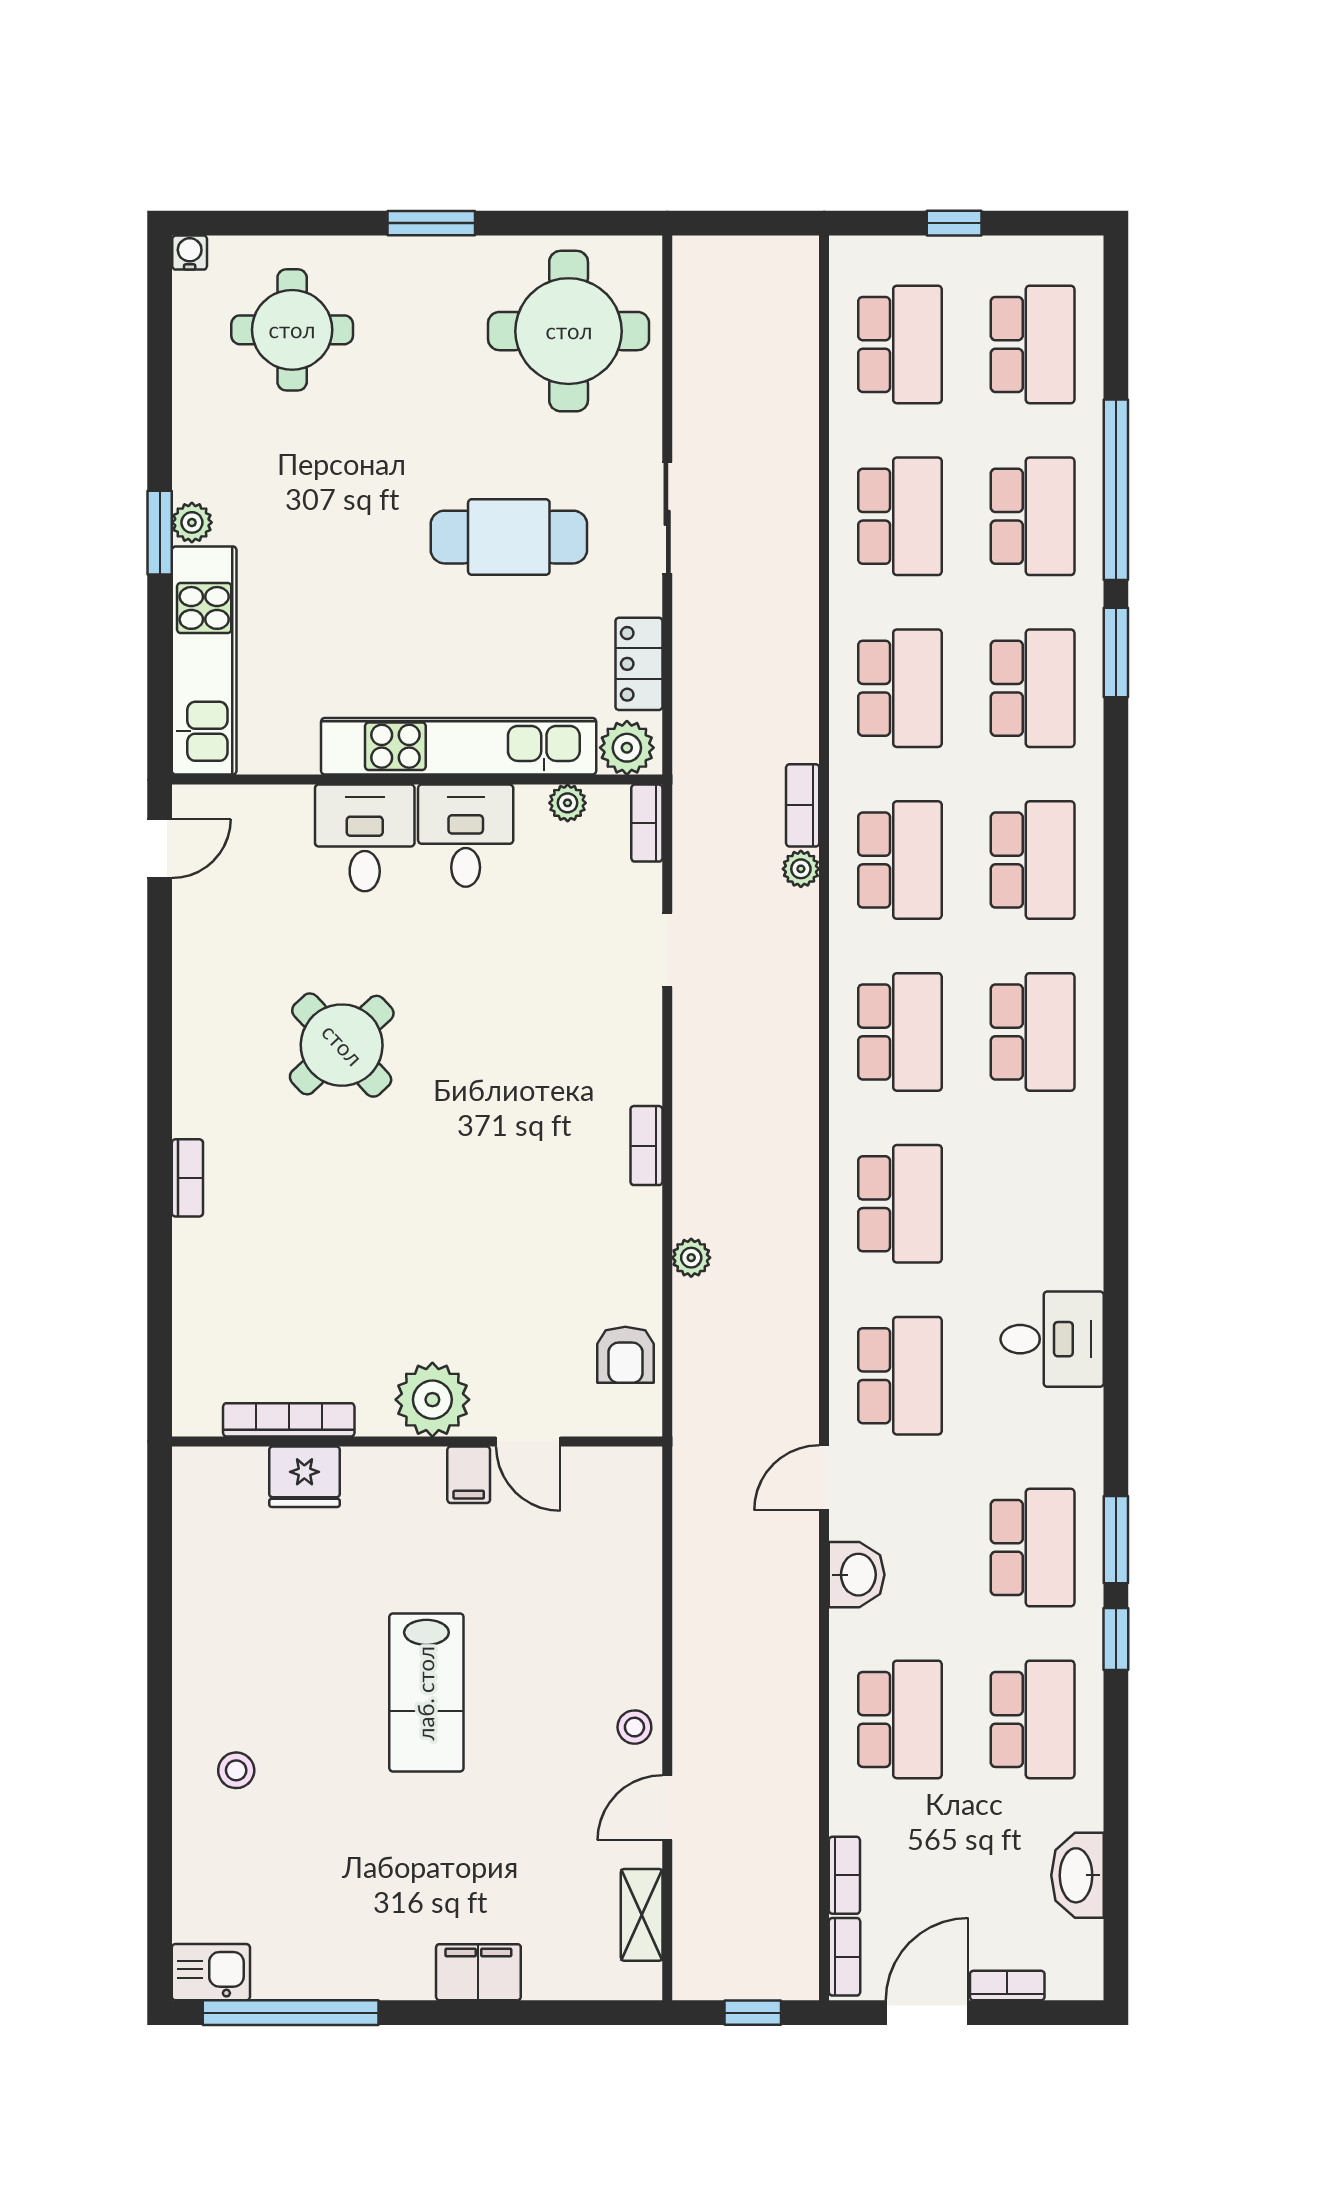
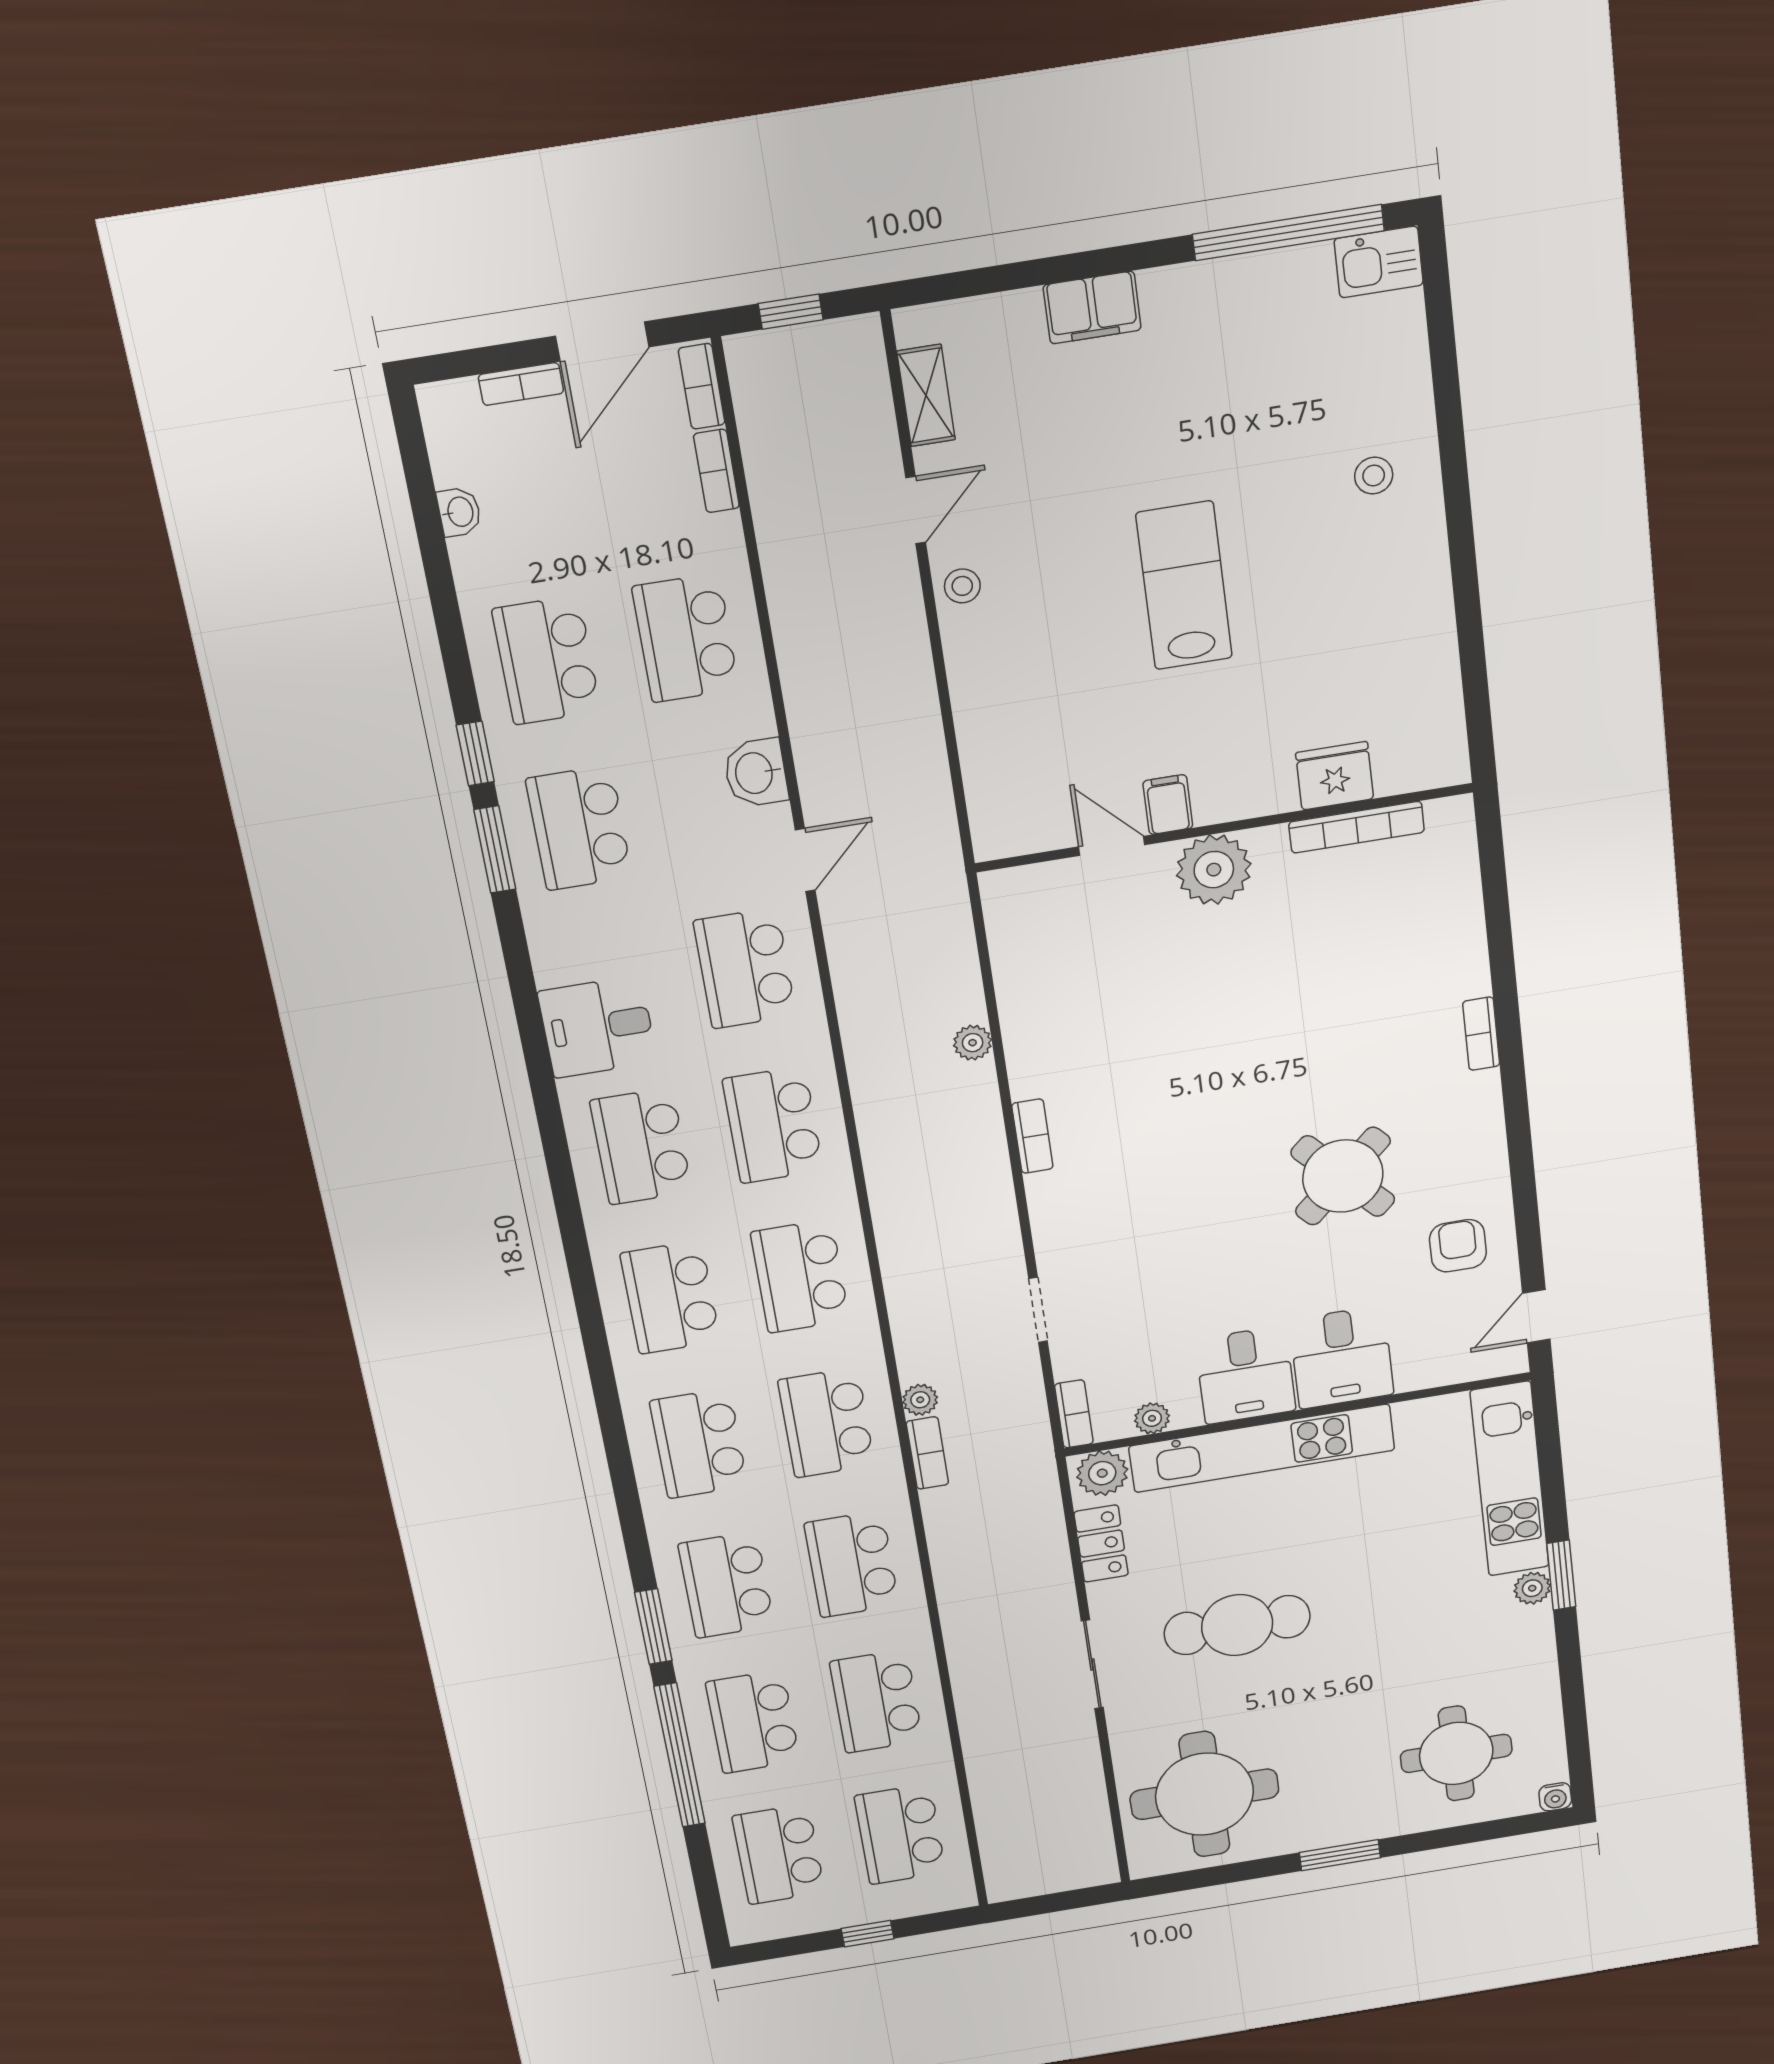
school desk: (1033, 1204) -> (641, 1146), added
armchair: (625, 1355) -> (1458, 1246), moved
washbasin: (1078, 1875) -> (459, 512), width x0.52, depth x0.69

